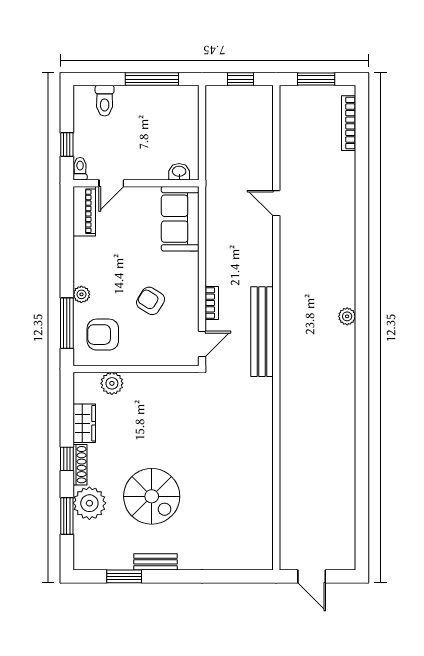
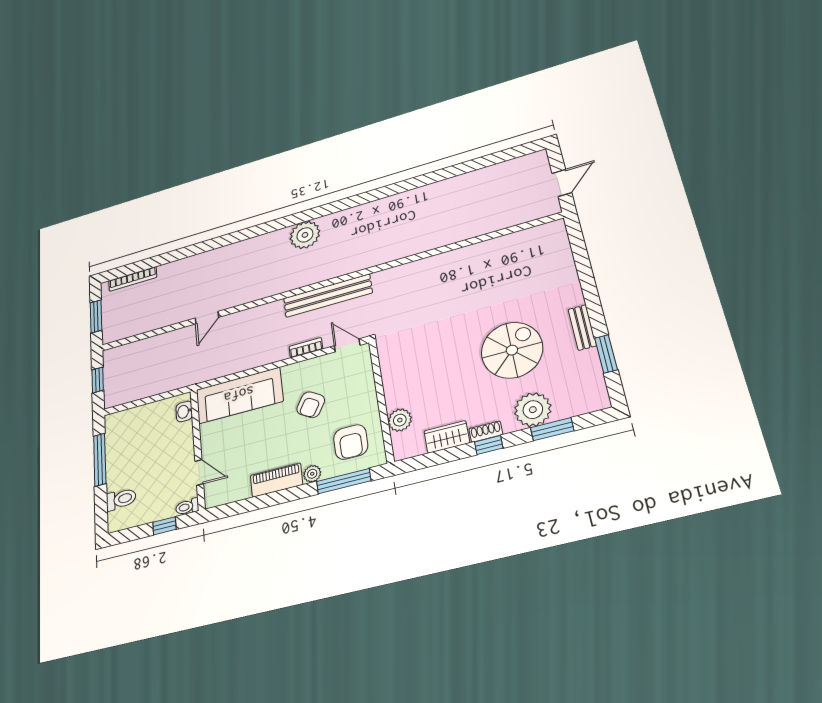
piano: (84, 211) -> (276, 480), moved
sofa: (180, 219) -> (239, 395), width x1.36
plant: (347, 316) -> (305, 235), width x1.88, depth x1.88
shoe rack: (80, 465) -> (486, 432), width x0.70

